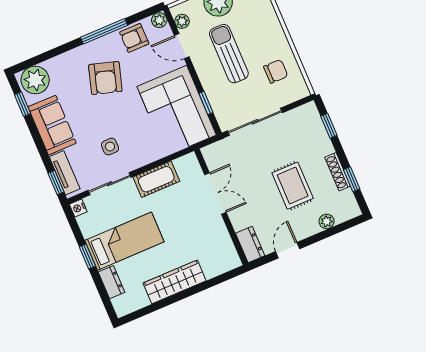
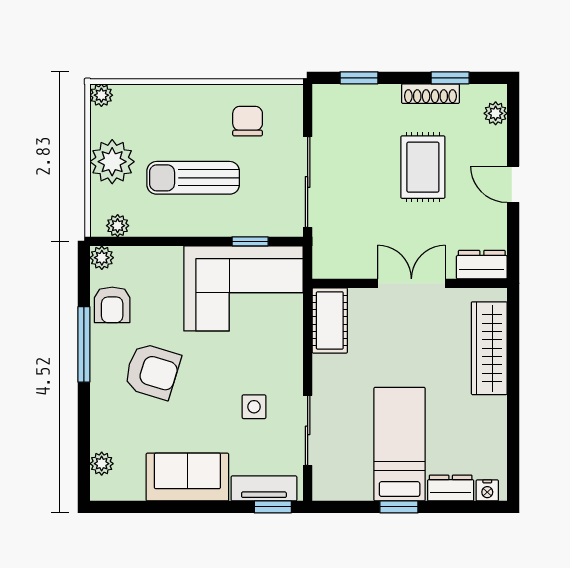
door: (182, 46) -> (153, 241), removed
plant: (35, 80) -> (102, 464), width x0.53, depth x0.53
window: (22, 104) -> (139, 507), removed
cot: (156, 179) -> (330, 320), moved
rug: (293, 186) -> (423, 167), turned 90
double door: (215, 193) -> (411, 283), moved
nightstand: (78, 208) -> (487, 490), moved
plant: (327, 221) -> (496, 113), moved
door: (288, 250) -> (513, 184), moved
wardrobe: (175, 282) -> (489, 348), moved

